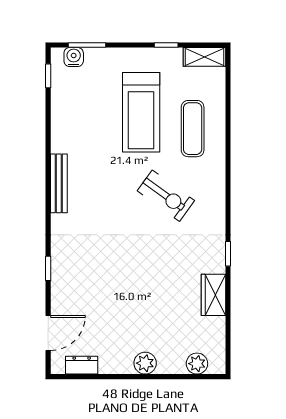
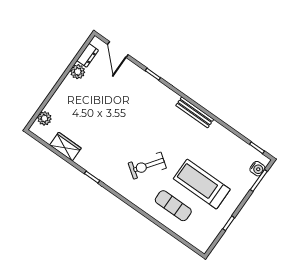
shelving: (205, 57) -> (208, 240), removed
wardrobe: (213, 295) -> (65, 147), moved
plant: (145, 363) -> (78, 72), moved

